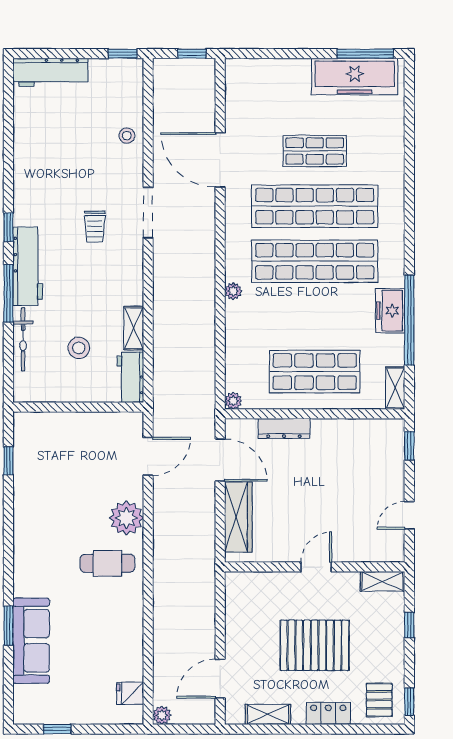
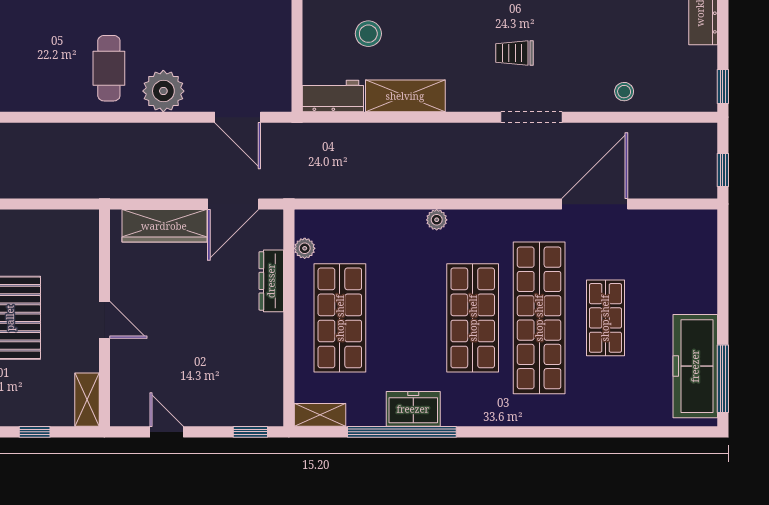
shop shelf: (315, 261) -> (473, 318), width x0.71
shelving: (134, 328) -> (405, 96), width x1.50, depth x1.33
plant: (233, 401) -> (305, 248), moved

